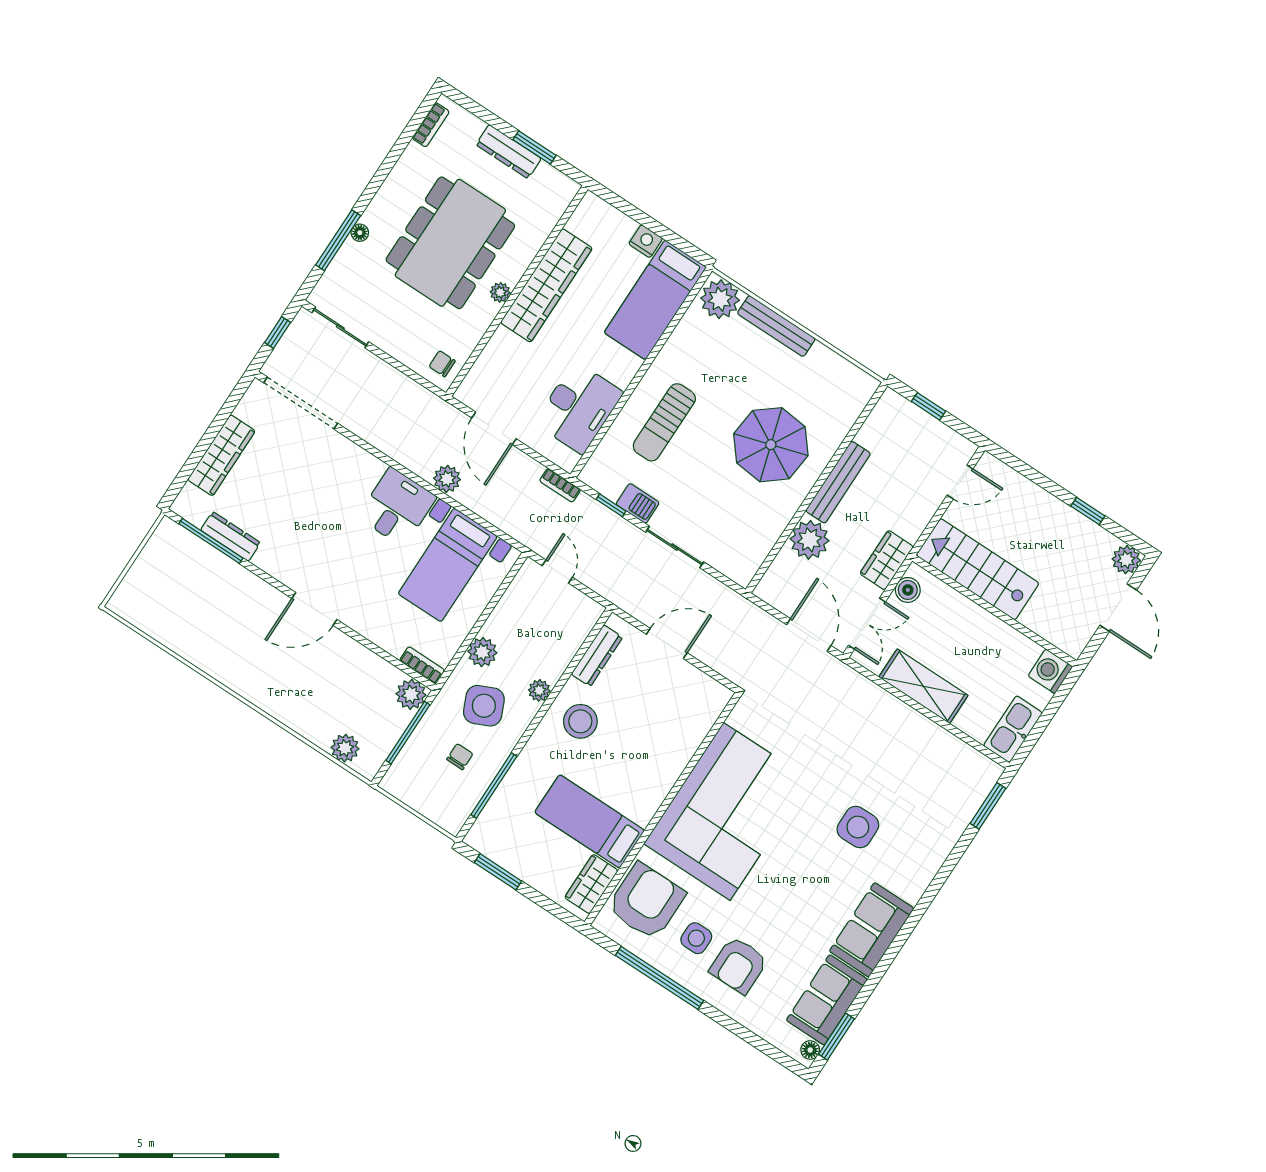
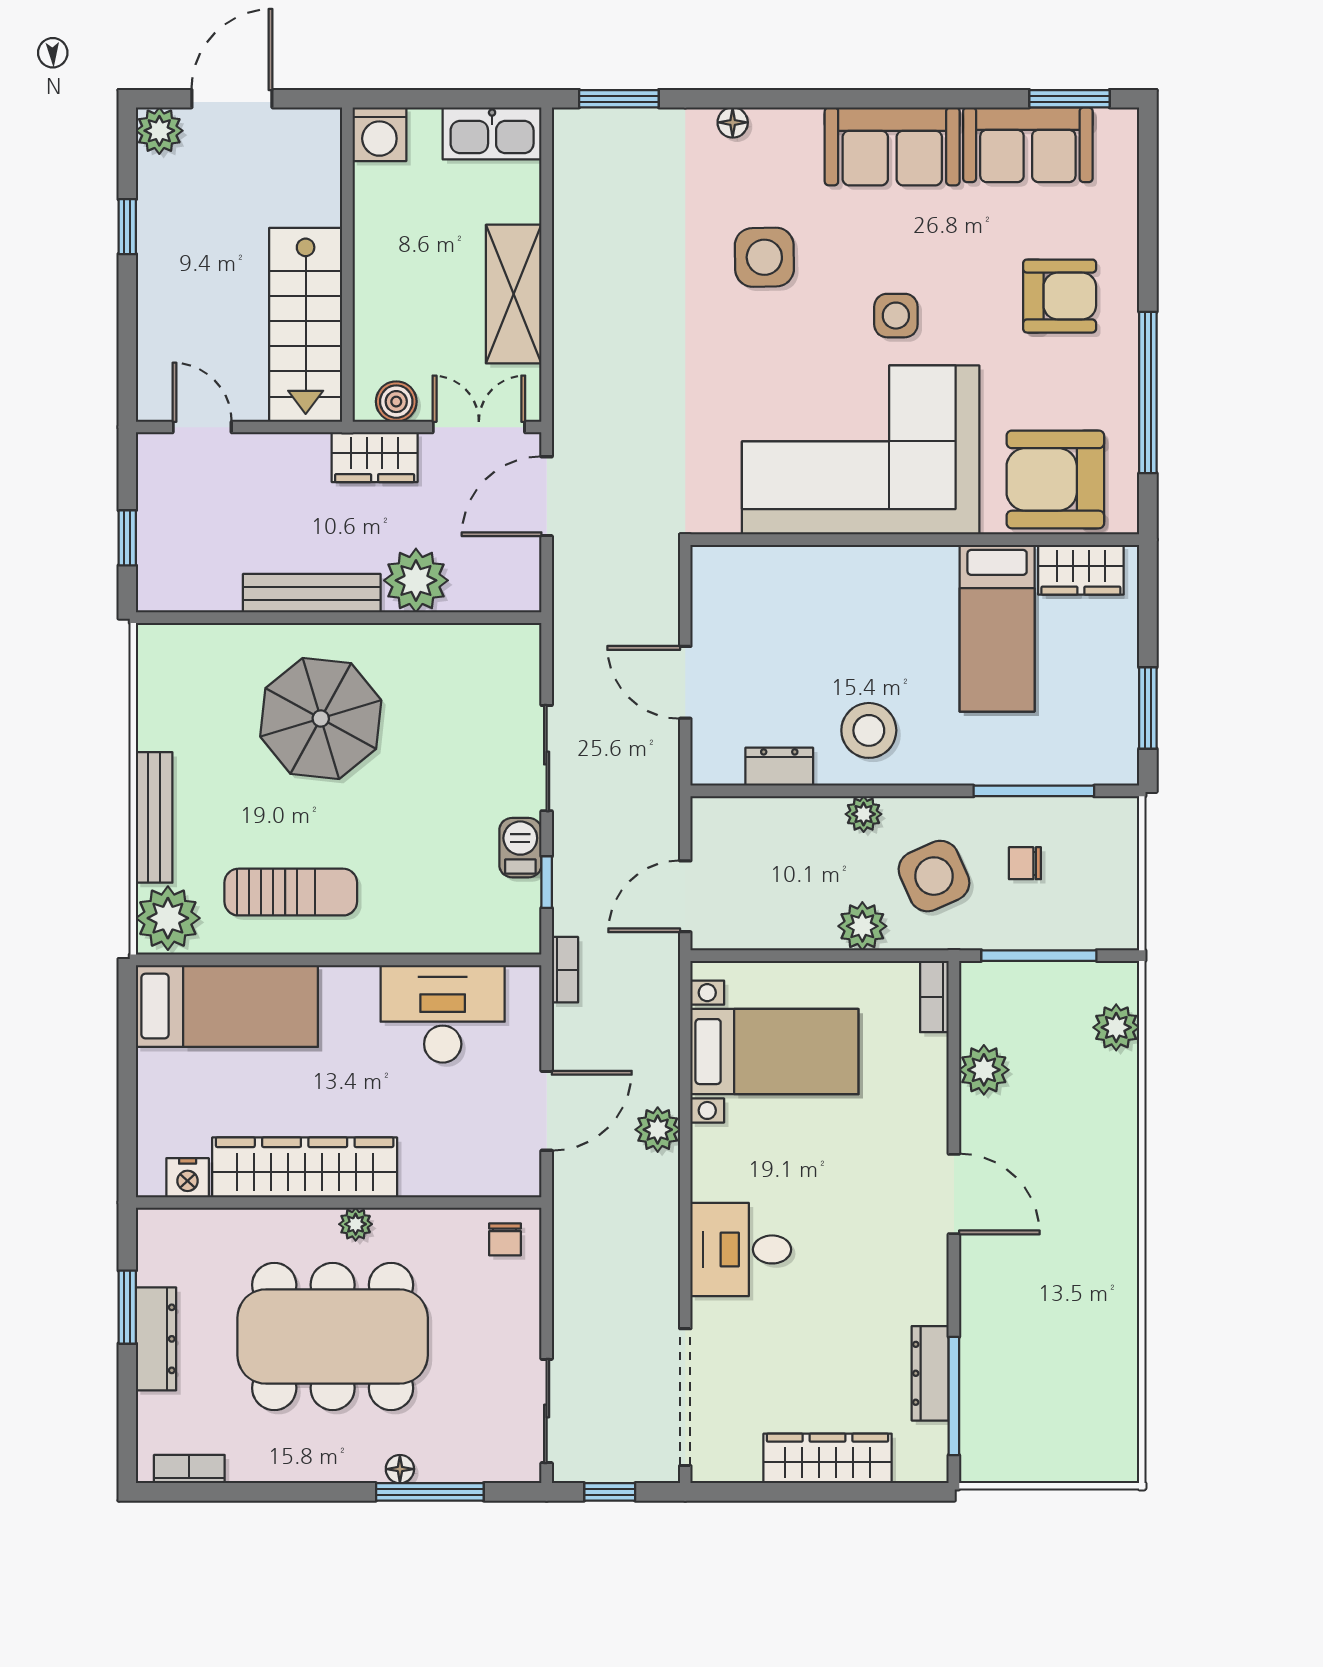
nightstand: (646, 241) -> (188, 1178), moved, turned -90
sun lounger: (664, 422) -> (291, 892), moved
desk: (397, 507) -> (741, 1249), moved
door: (557, 572) -> (685, 896), width x1.37
dresser: (597, 656) -> (779, 767), width x0.70
plant: (411, 694) -> (984, 1070), moved
side table: (696, 938) -> (896, 316), moved
floor lamp: (810, 1050) -> (733, 122), moved

